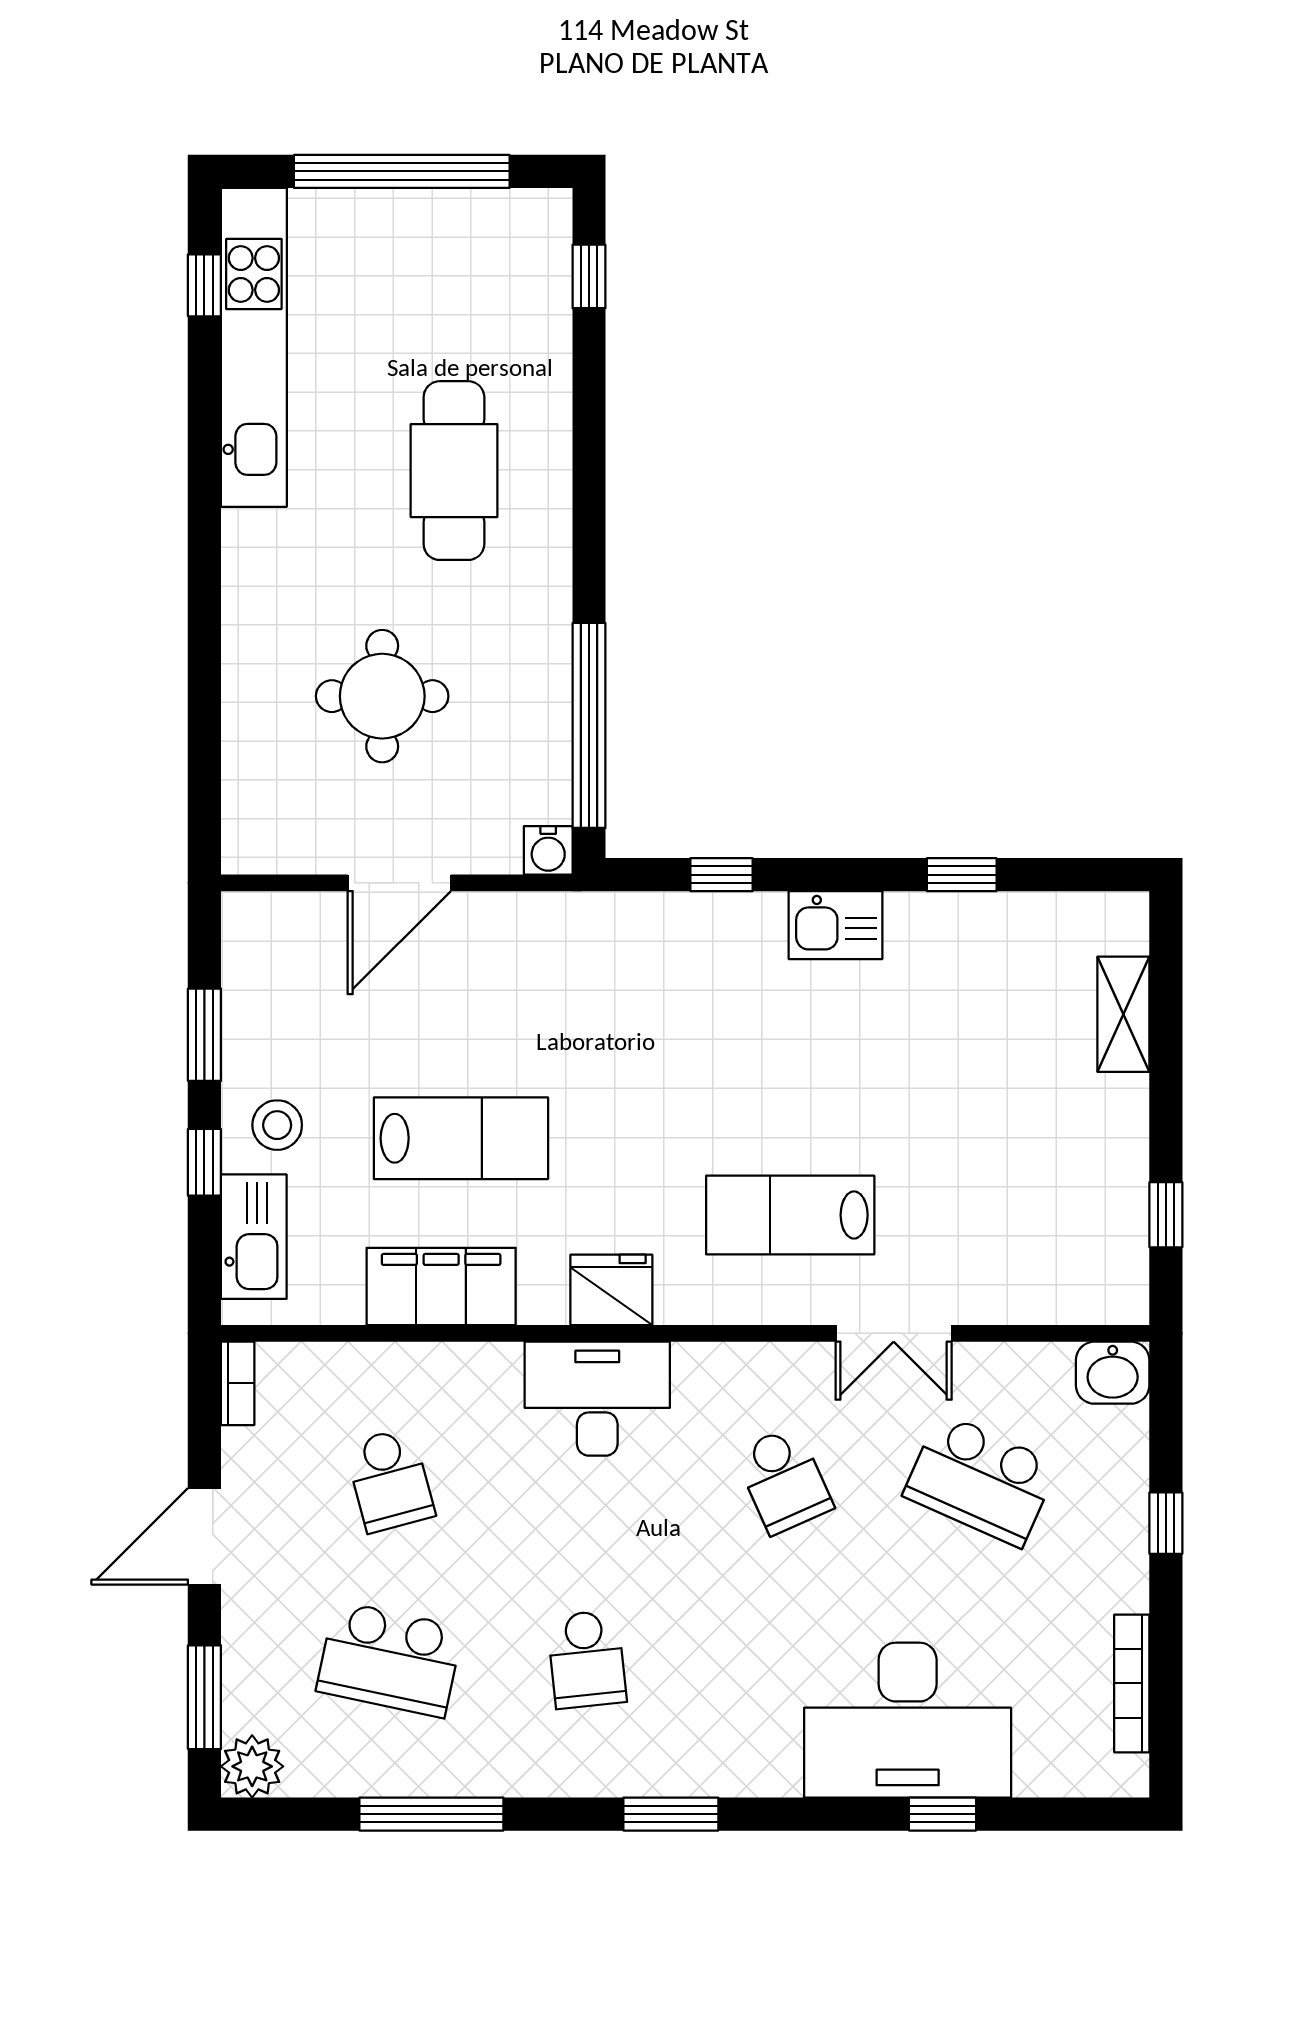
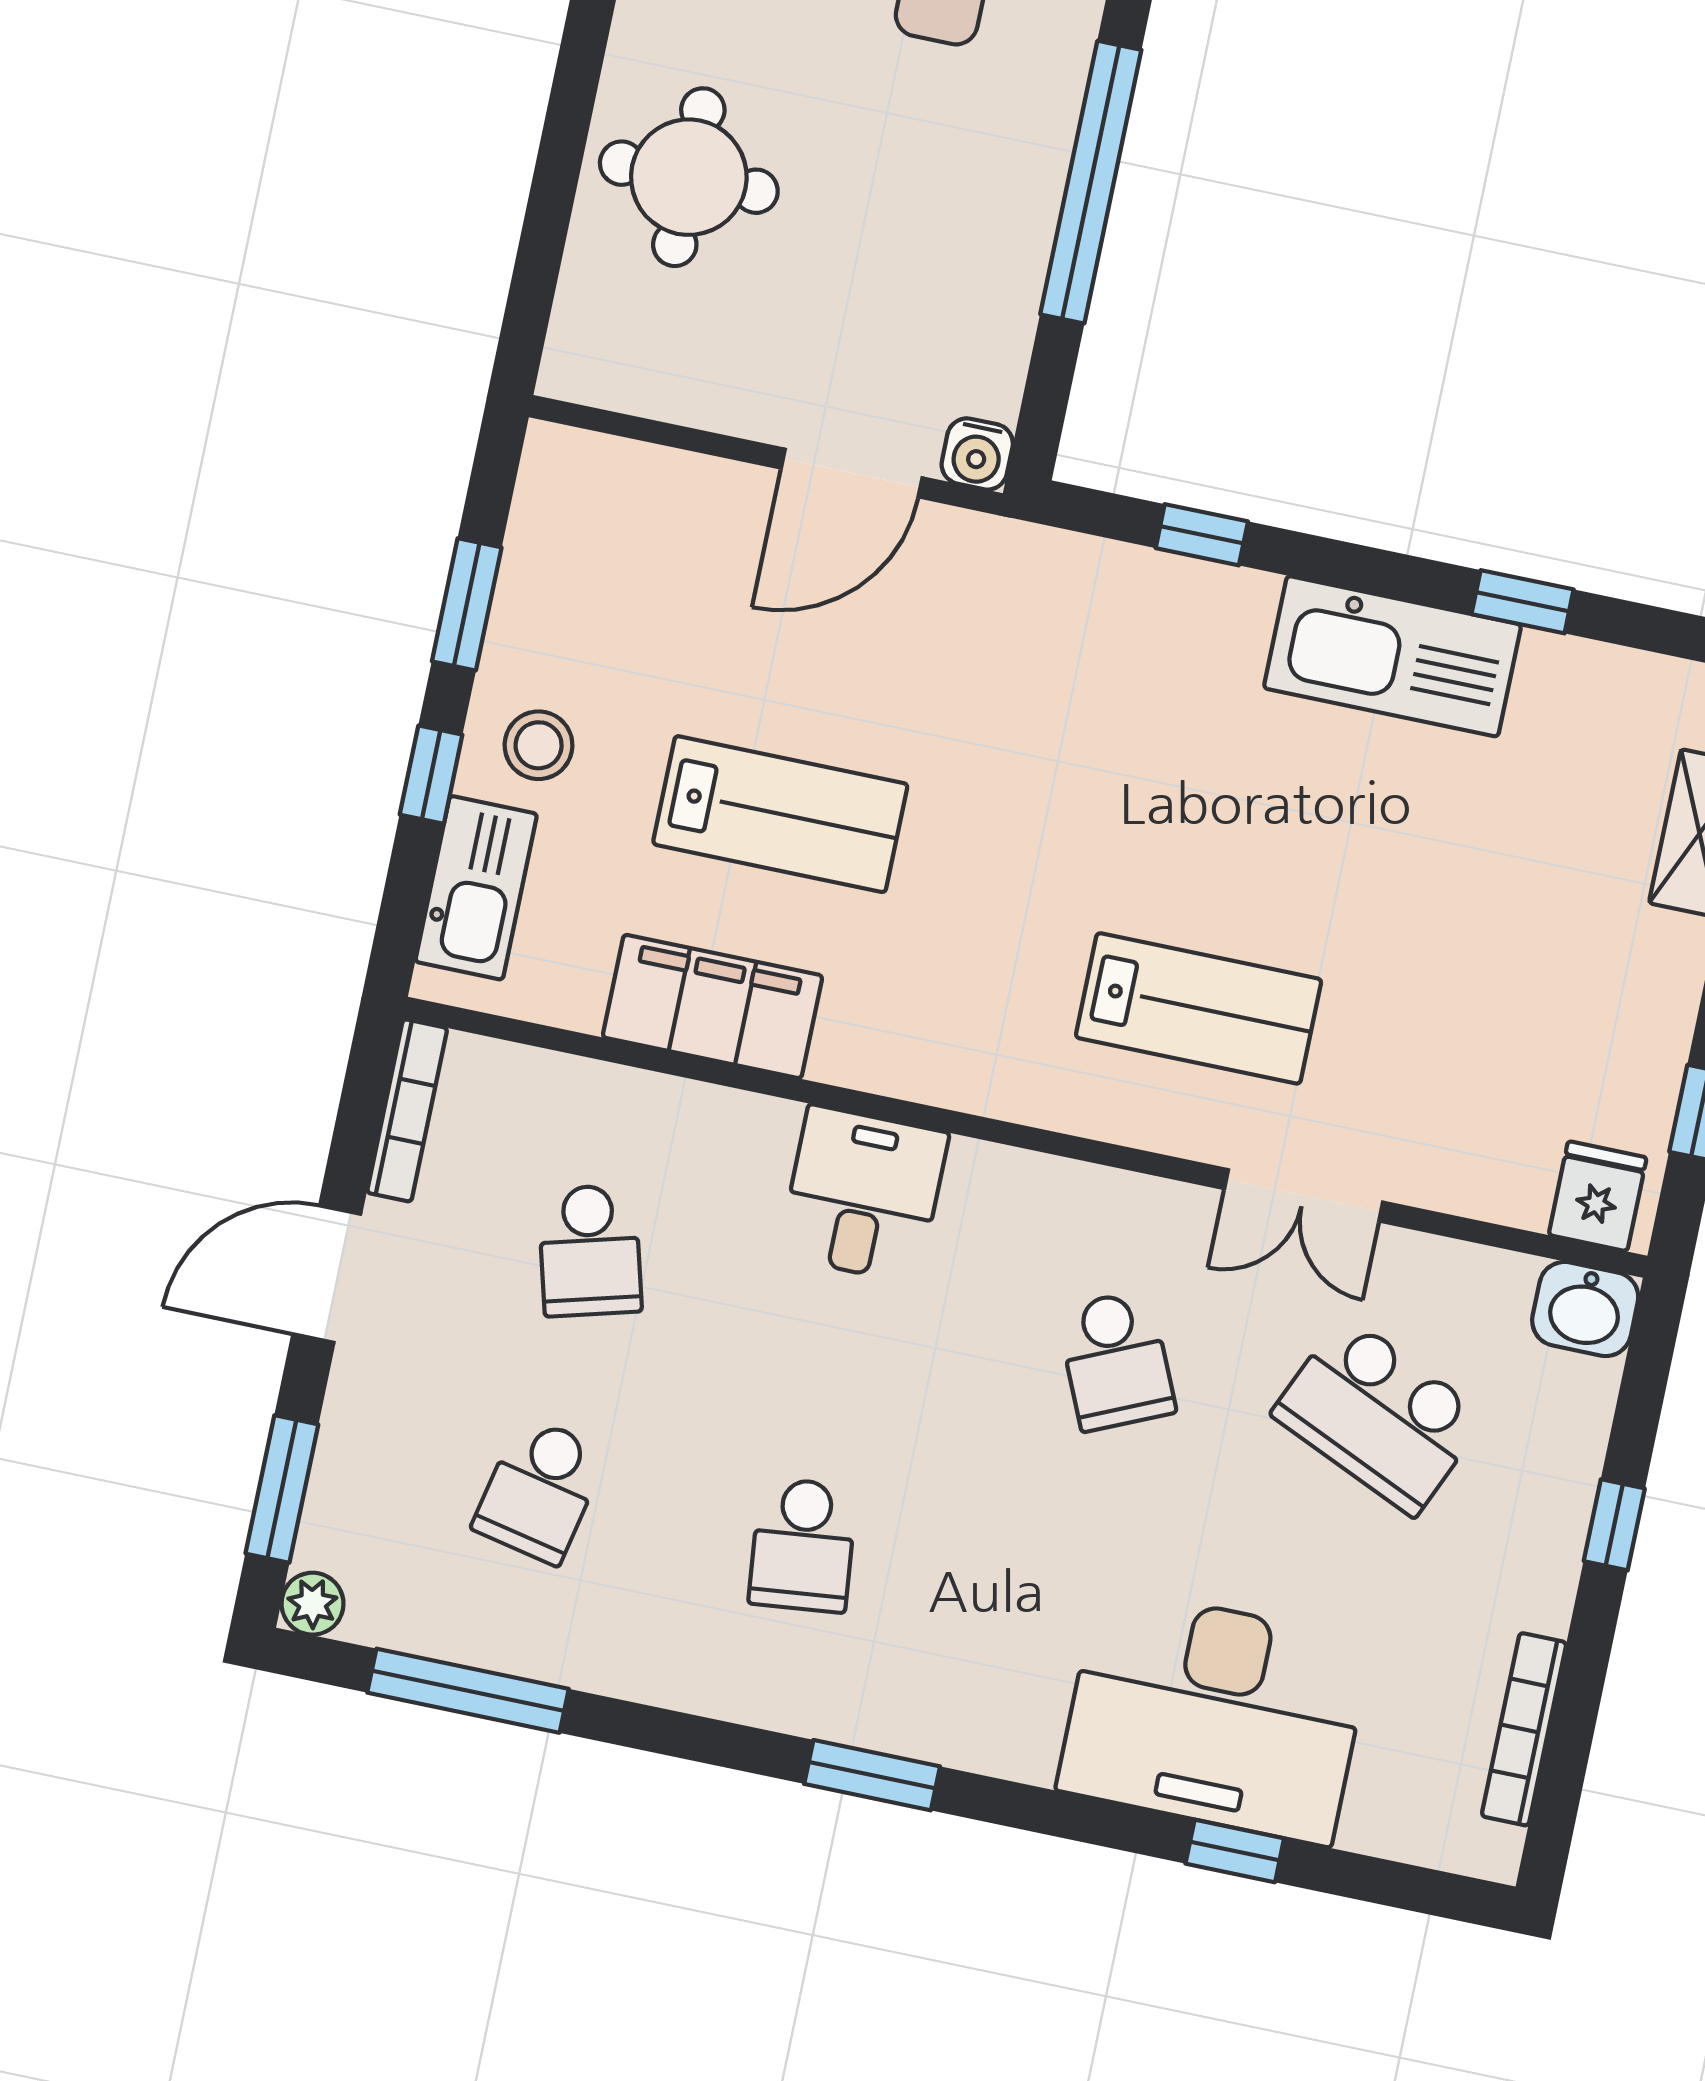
round table: (382, 696) -> (689, 177), moved
window: (589, 725) -> (1091, 182), moved
door: (399, 883) -> (852, 473), moved
kitchen sink: (836, 925) -> (1392, 656), width x1.88, depth x1.24
lab bench: (790, 1215) -> (1199, 1008), turned 180
fridge: (611, 1290) -> (1598, 1196), moved, width x0.72
bookcase: (238, 1383) -> (407, 1110), width x1.56
desk: (597, 1399) -> (863, 1194), width x0.73
school desk: (390, 1659) -> (540, 1490), width x0.54
plant: (252, 1766) -> (312, 1604), width x0.73, depth x0.73
window: (431, 1814) -> (468, 1691), moved

